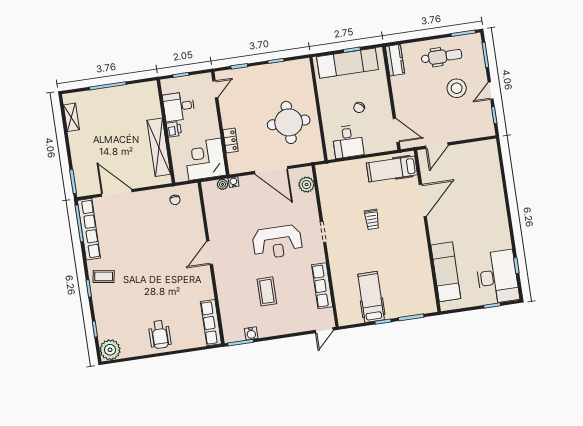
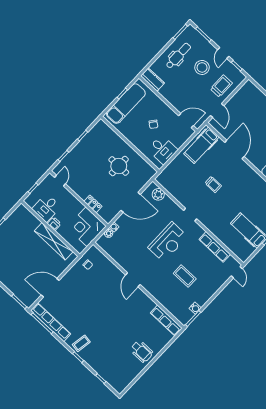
round table: (289, 122) -> (119, 166), width x0.73, depth x0.73
trolley: (462, 123) -> (221, 86), added
plant: (110, 350) -> (119, 384), removed

